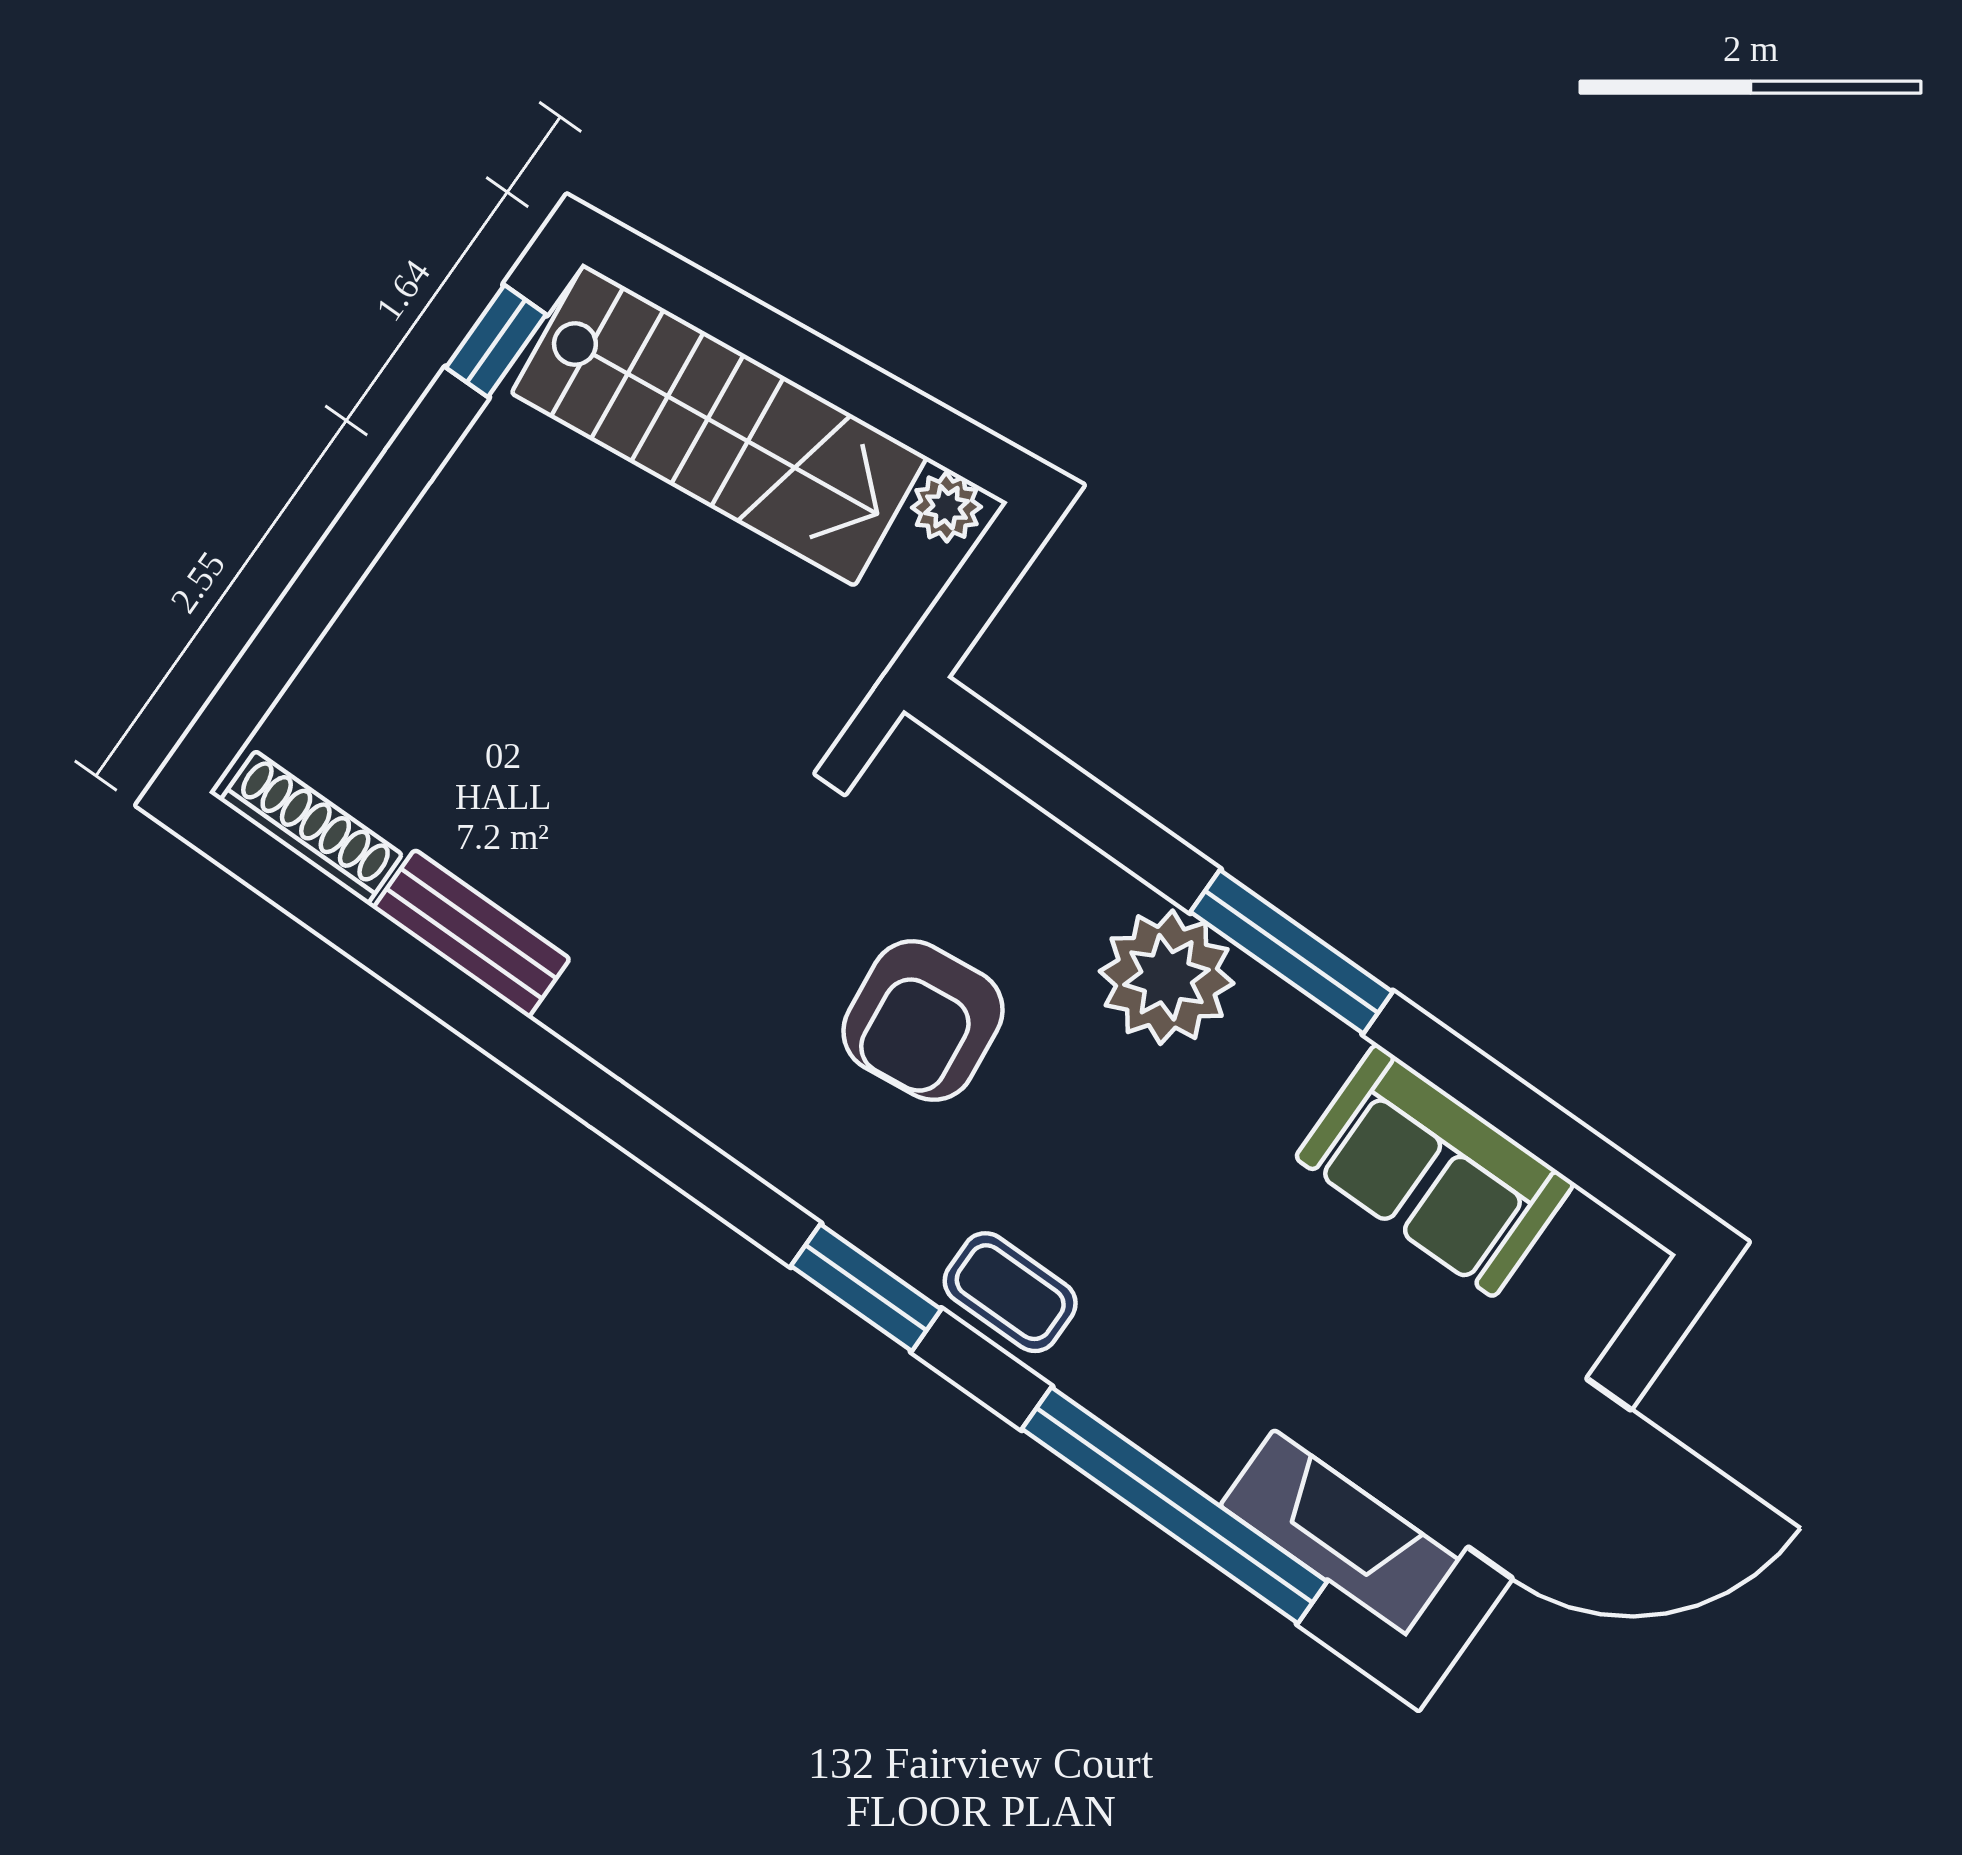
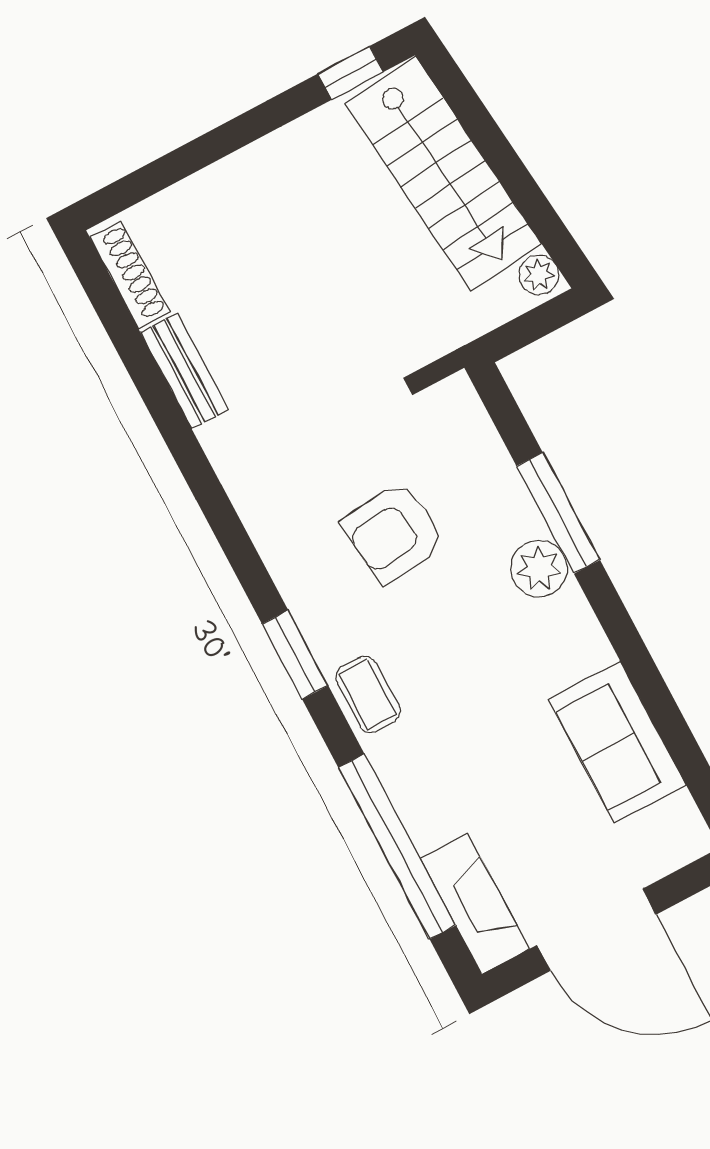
window: (1292, 952) -> (558, 513), moved
plant: (1167, 977) -> (539, 568), width x0.73, depth x0.73

